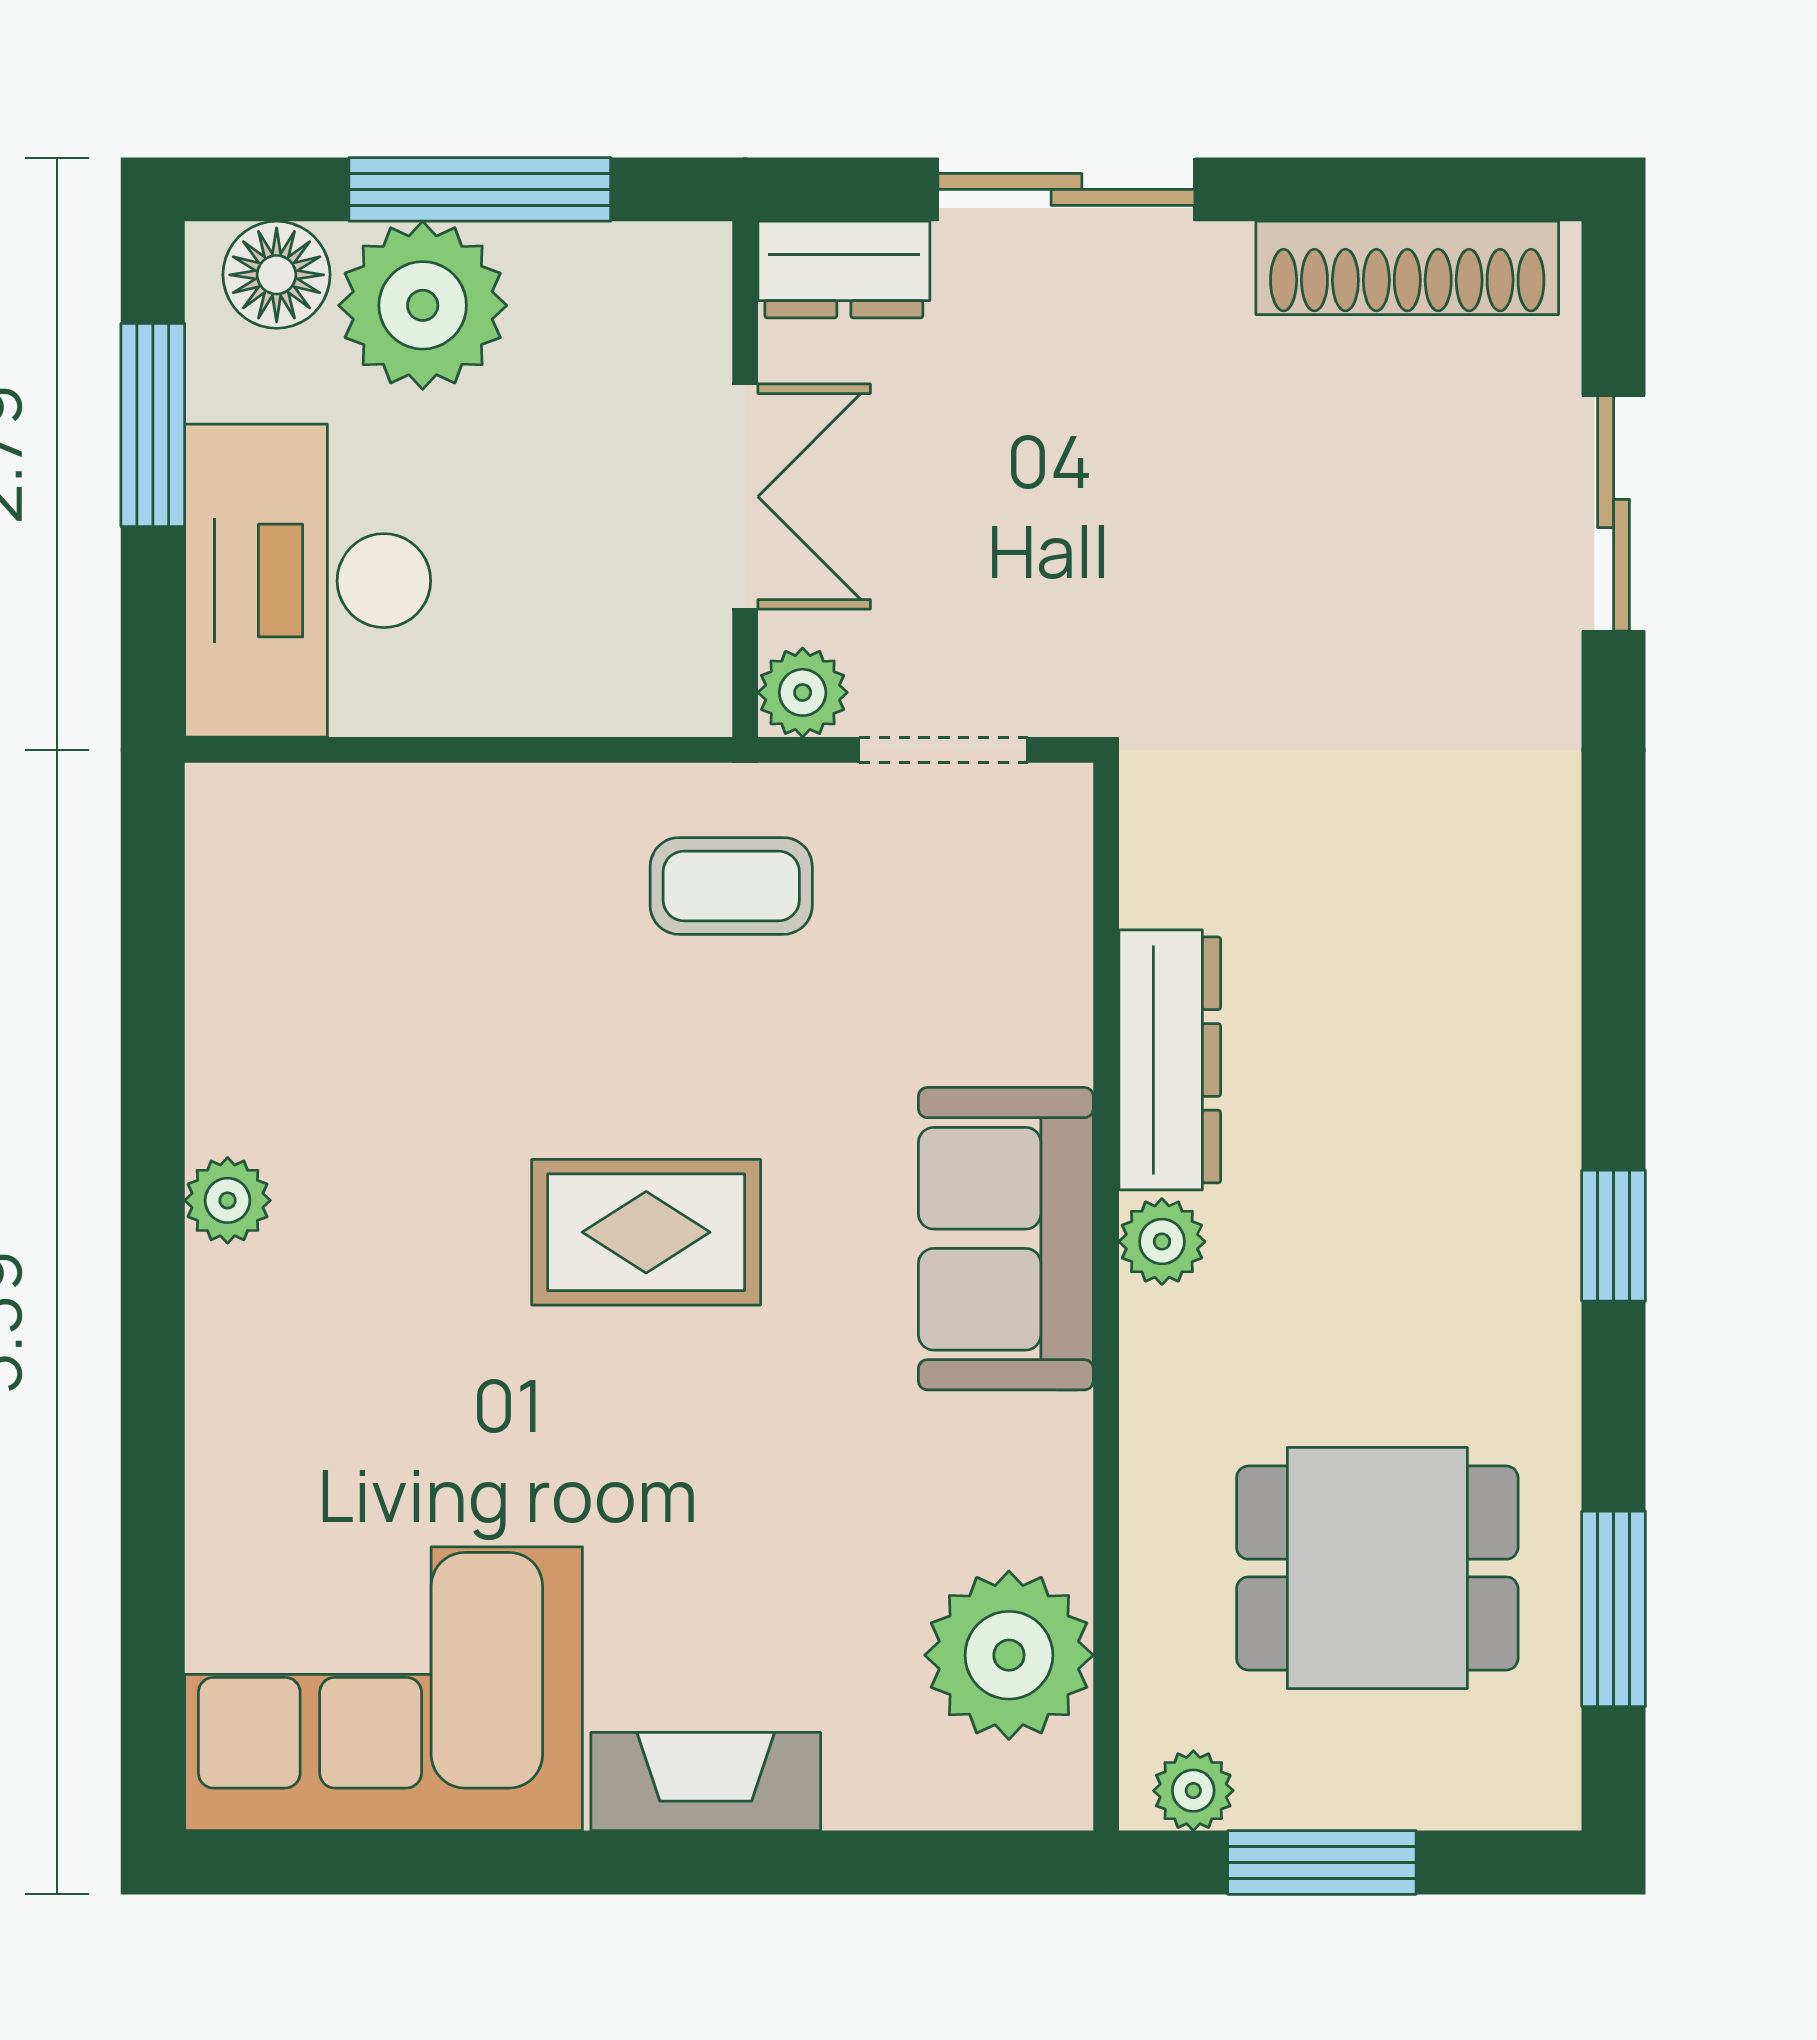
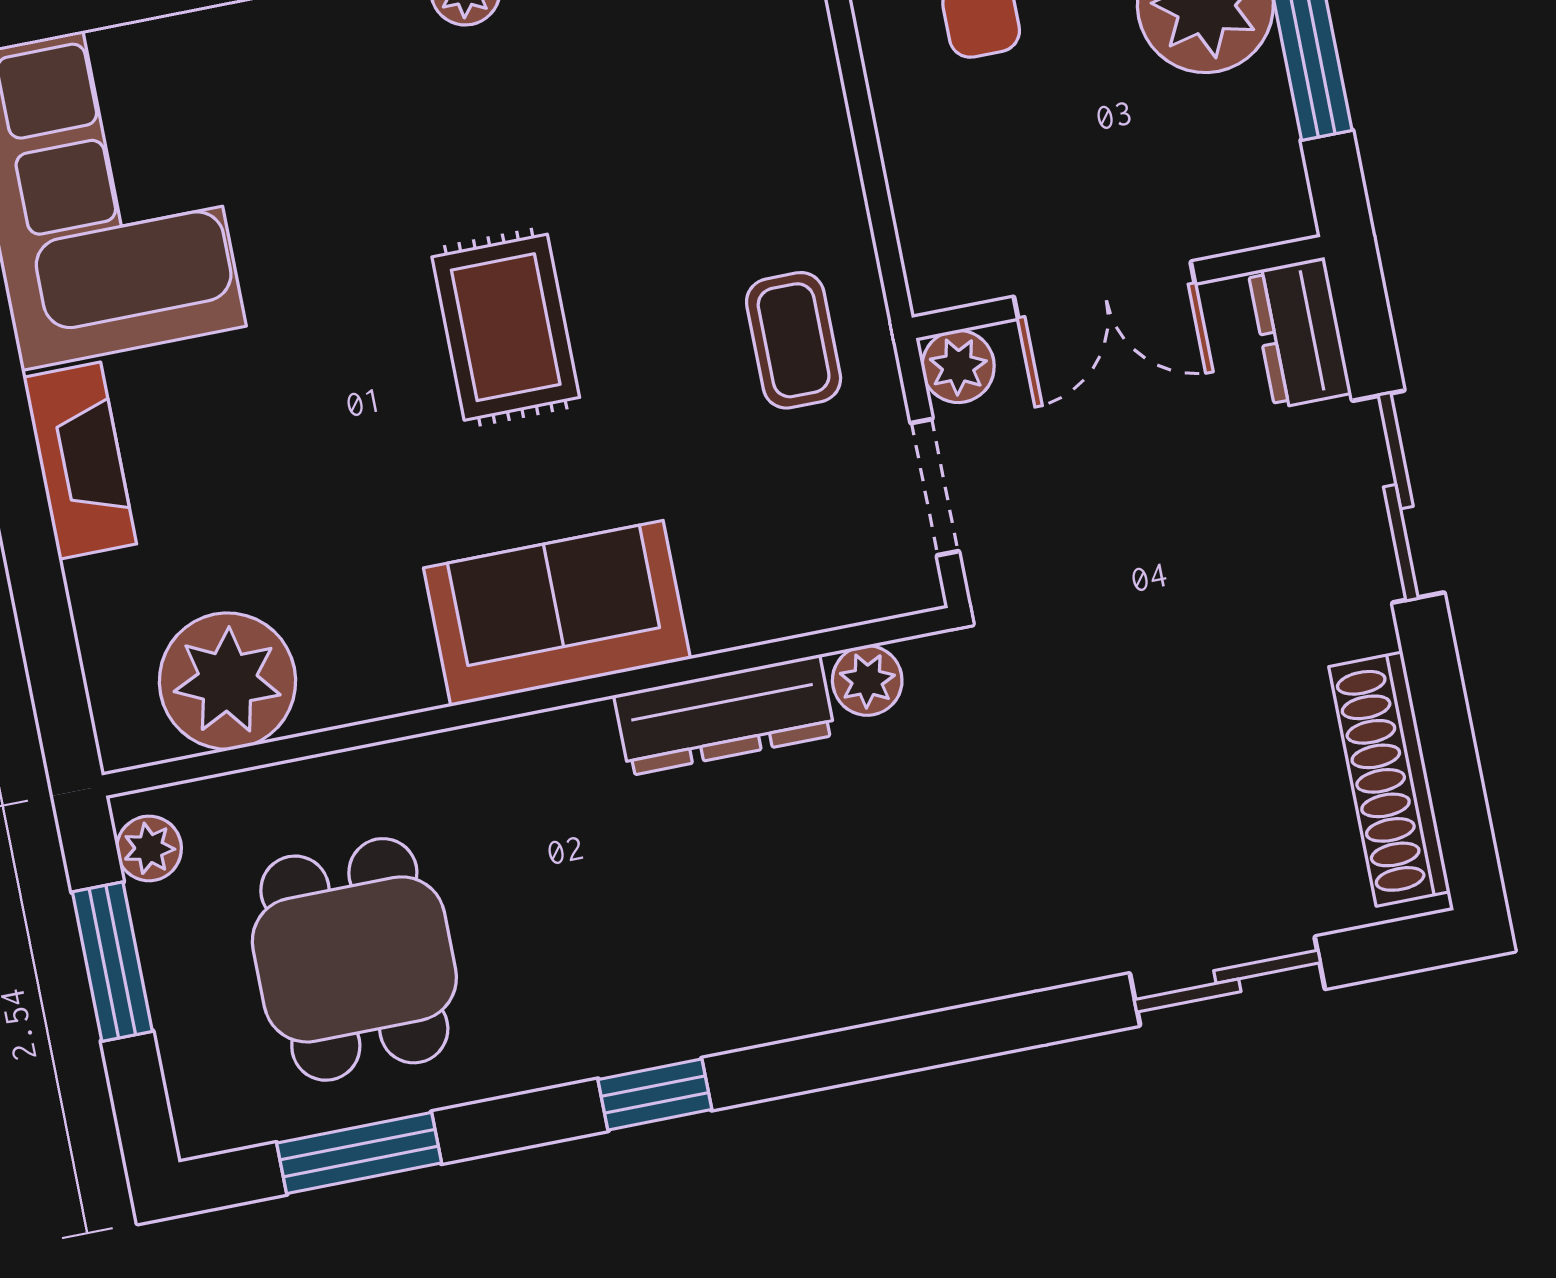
plant: (1162, 1242) -> (867, 680), moved

